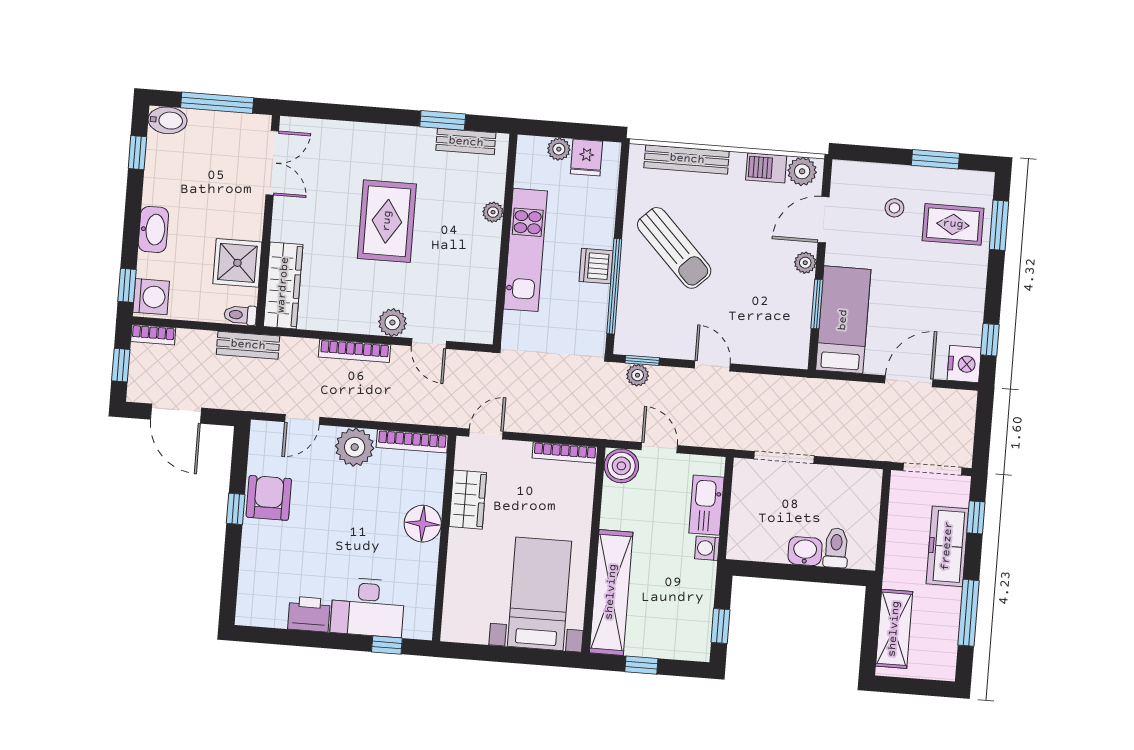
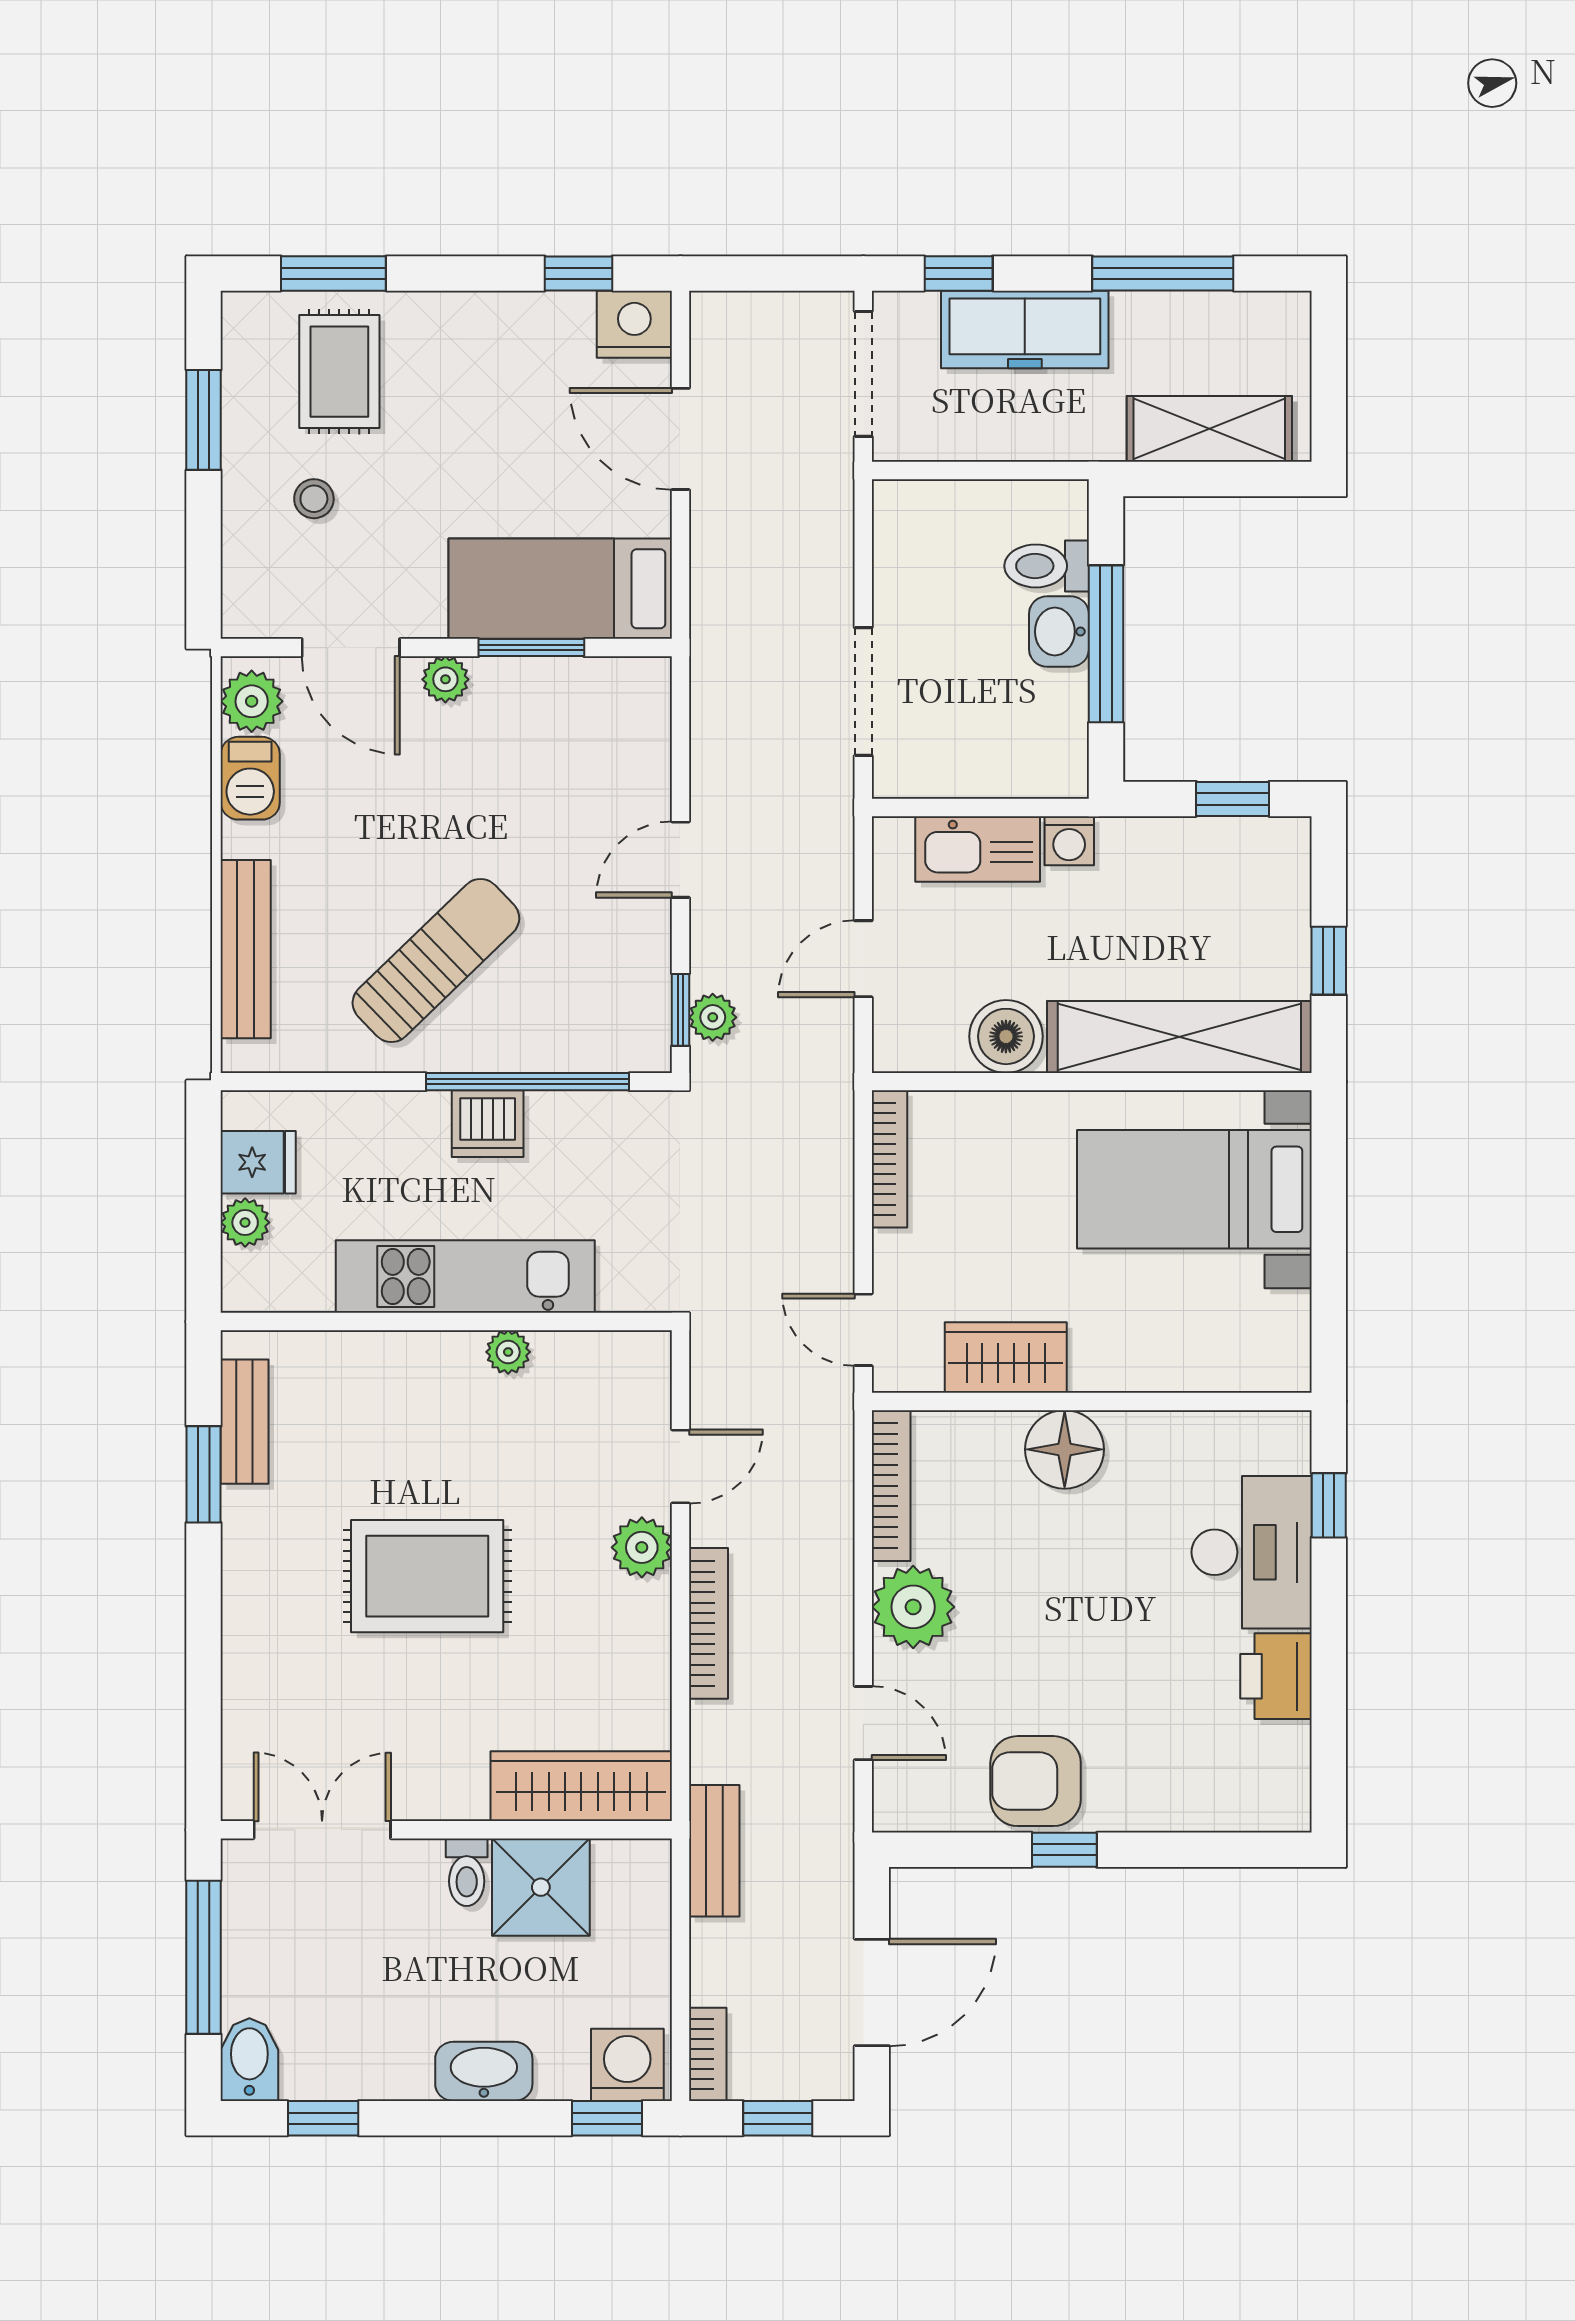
plant: (493, 212) -> (508, 1352), moved
toilet: (240, 315) -> (467, 1872), moved
boiler: (621, 466) -> (1006, 1036), moved
window: (798, 573) -> (1106, 644), added

